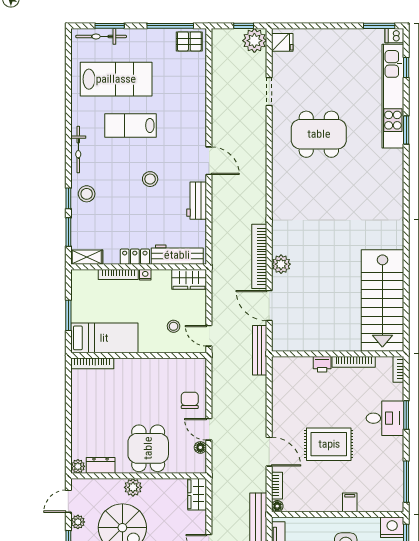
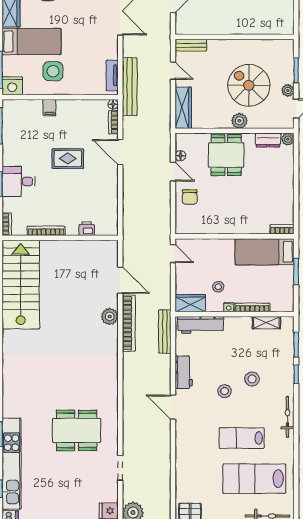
lab bench: (130, 125) -> (242, 438), turned 180
stool: (87, 194) -> (252, 379), moved
shelving: (87, 257) -> (266, 323), moved
locker: (135, 257) -> (238, 323), removed
stool: (174, 326) -> (218, 287), moved
bench: (260, 350) -> (165, 332), moved
bookcase: (92, 363) -> (282, 229), width x0.64
printer: (322, 364) -> (87, 229), moved
rug: (329, 444) -> (68, 159), width x0.73, depth x0.70
wardrobe: (197, 494) -> (183, 108), width x1.50

